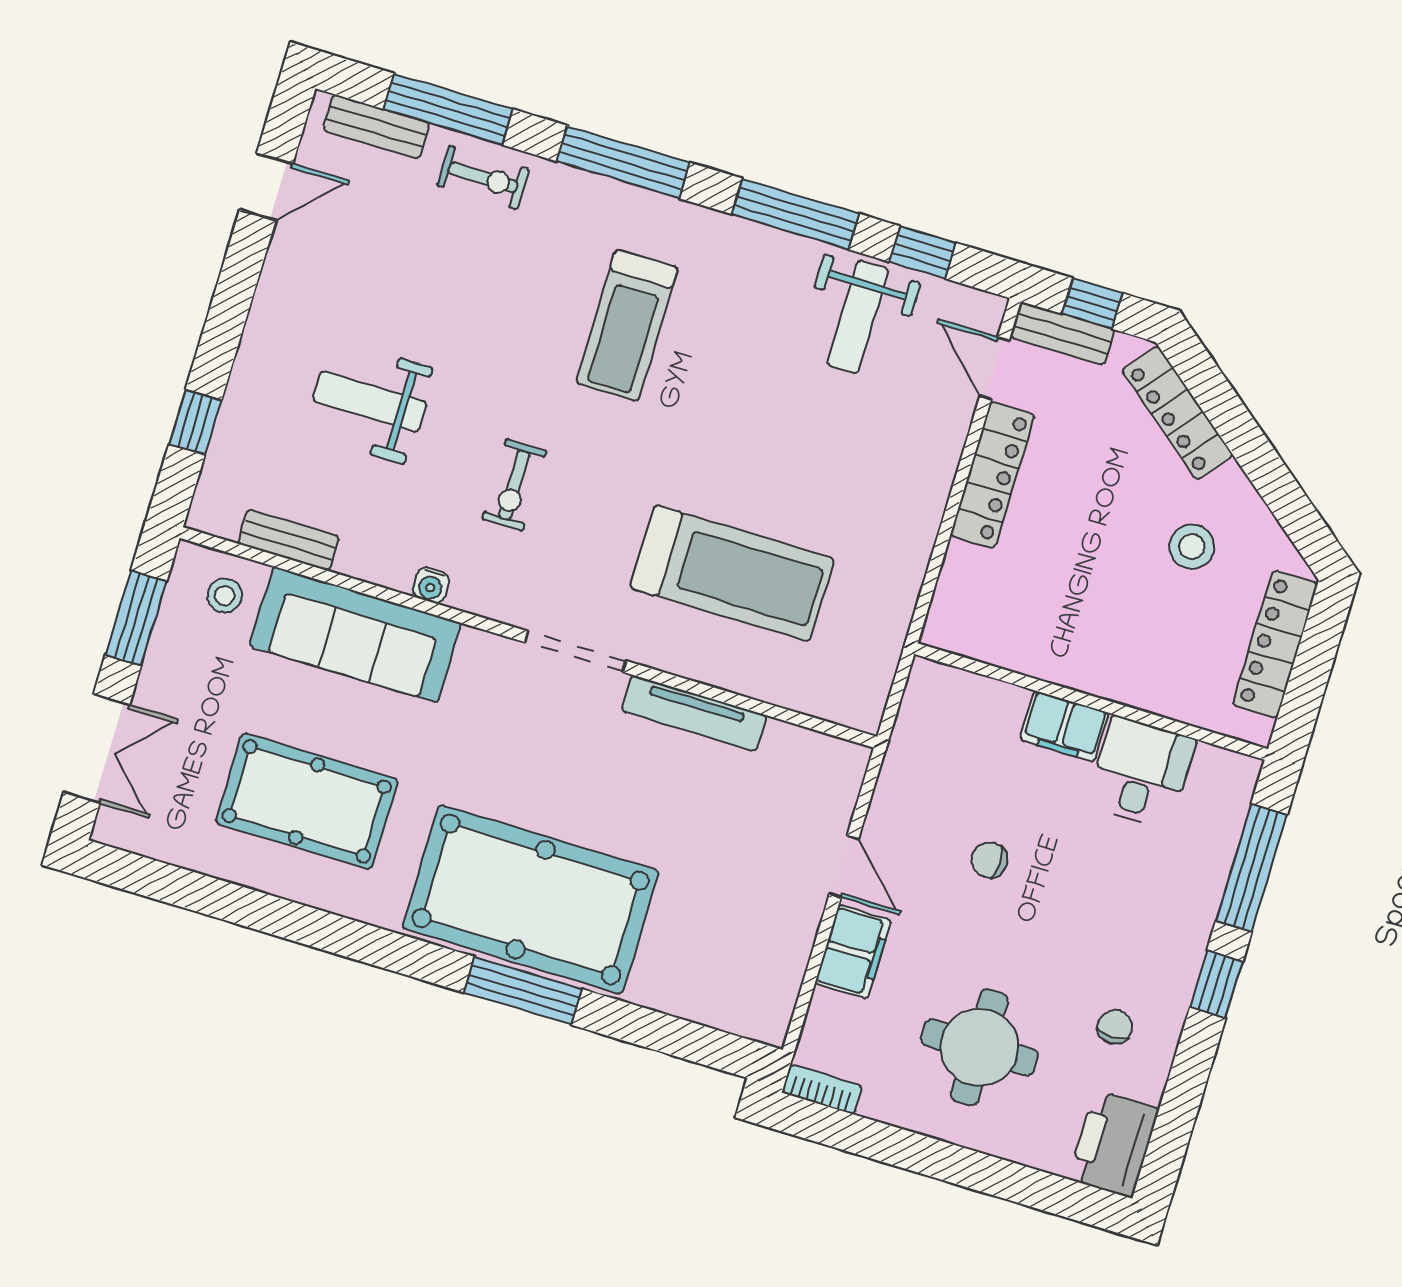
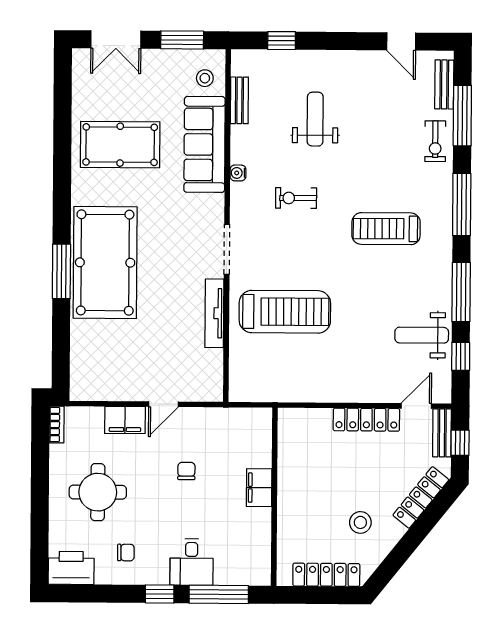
treadmill: (732, 573) -> (285, 312), turned -90
desk: (1141, 772) -> (192, 562), moved, turned 90
pool table: (307, 801) -> (120, 145), turned 90

